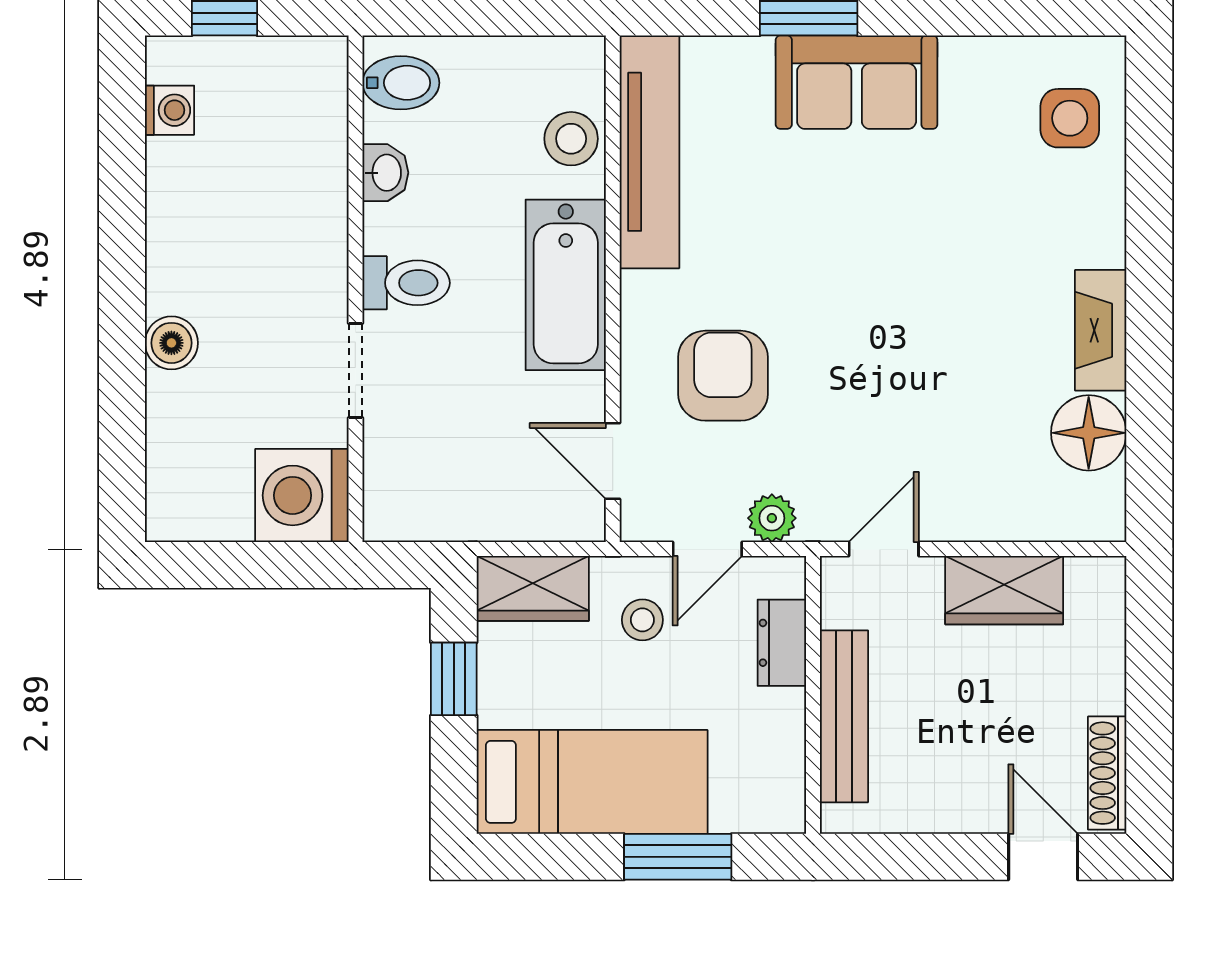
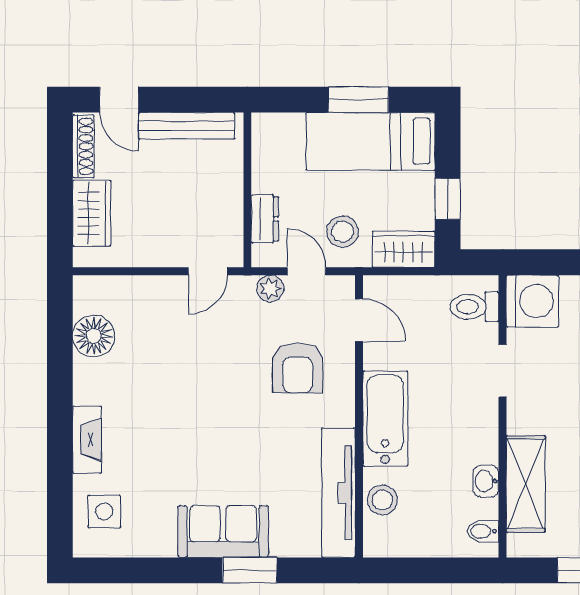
bidet: (401, 83) -> (483, 531), width x0.72, depth x0.74
shelving: (314, 168) -> (526, 484), added
toilet: (406, 283) -> (474, 307), moved
fireplace: (1101, 330) -> (87, 440), moved
door: (707, 549) -> (306, 271), hinge flipped
wardrobe: (1004, 590) -> (92, 213), moved, turned 90
stool: (642, 620) -> (343, 232), width x1.37, depth x1.37
bench: (844, 716) -> (187, 126), moved, turned 90
window: (678, 857) -> (358, 100), moved

